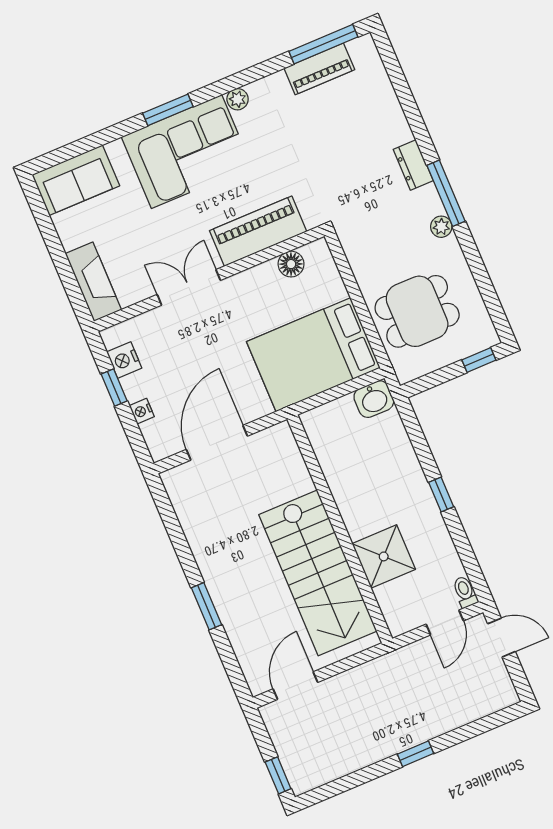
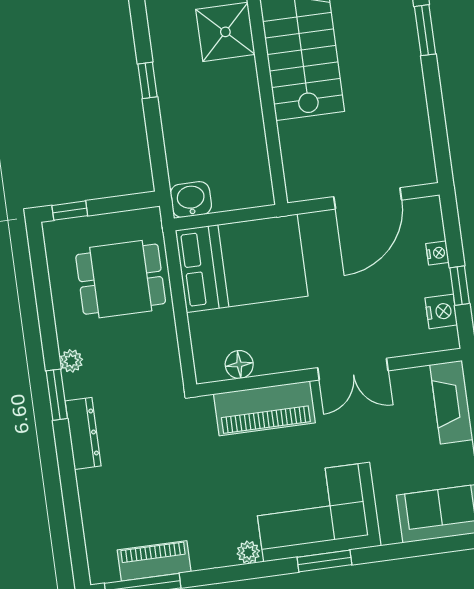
dresser: (413, 165) -> (83, 433), width x1.44
window: (446, 193) -> (57, 395), width x0.69

